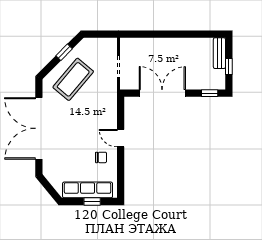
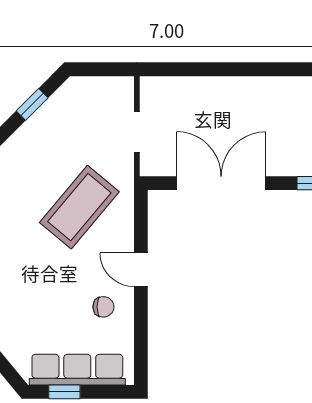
coffee table: (73, 79) -> (79, 207), moved
window: (92, 202) -> (64, 392), moved

